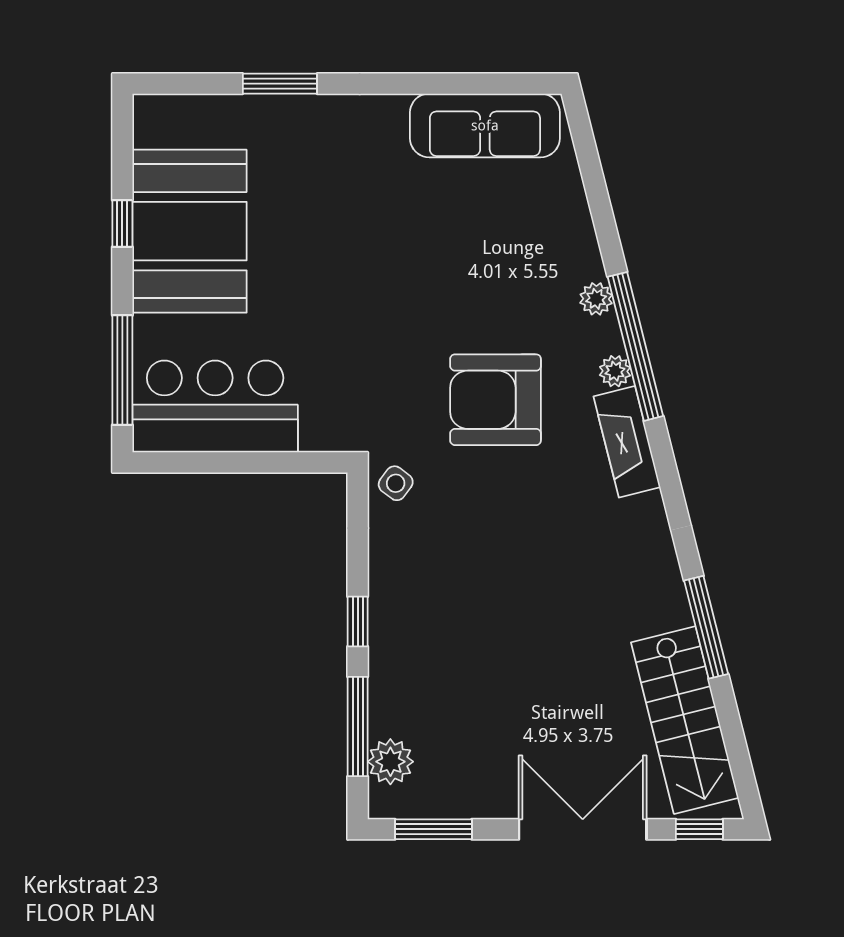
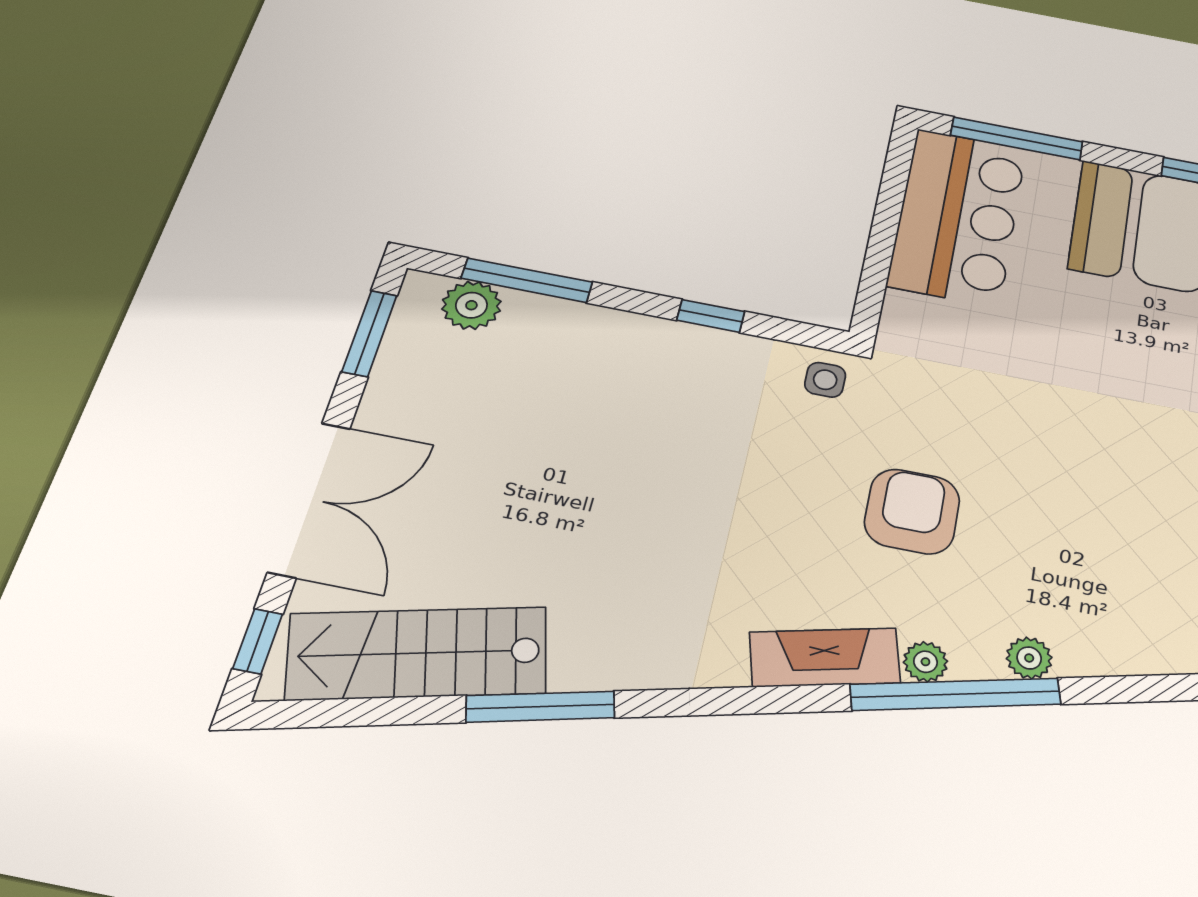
armchair: (496, 400) -> (912, 511), width x0.73, depth x0.73
side table: (396, 483) -> (825, 380), turned -37
window: (358, 622) -> (711, 316), moved

